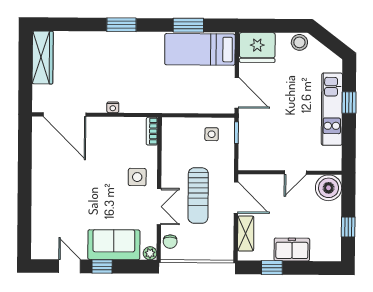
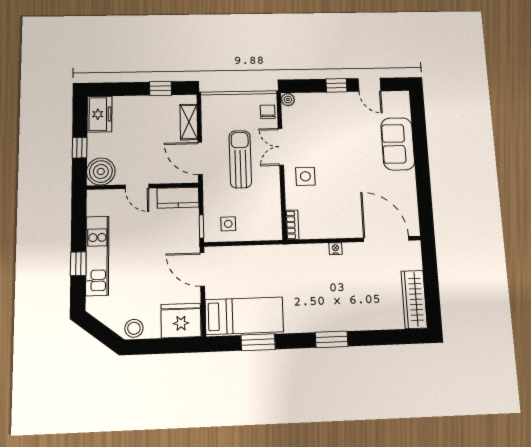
kitchen counter: (257, 161) -> (178, 198), added
door: (295, 172) -> (137, 186), swing flipped
window: (348, 227) -> (80, 148), moved
sofa: (114, 245) -> (398, 144), moved, turned 90
freezer: (292, 249) -> (99, 114), moved, turned -90

